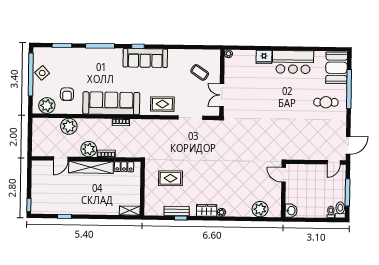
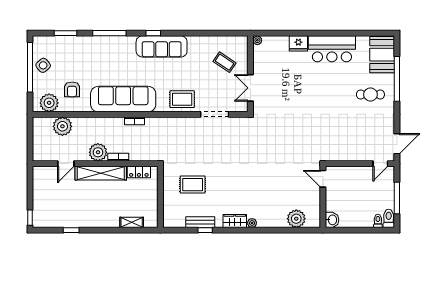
plant: (69, 126) -> (62, 126), moved
shelving: (130, 211) -> (132, 222), moved

